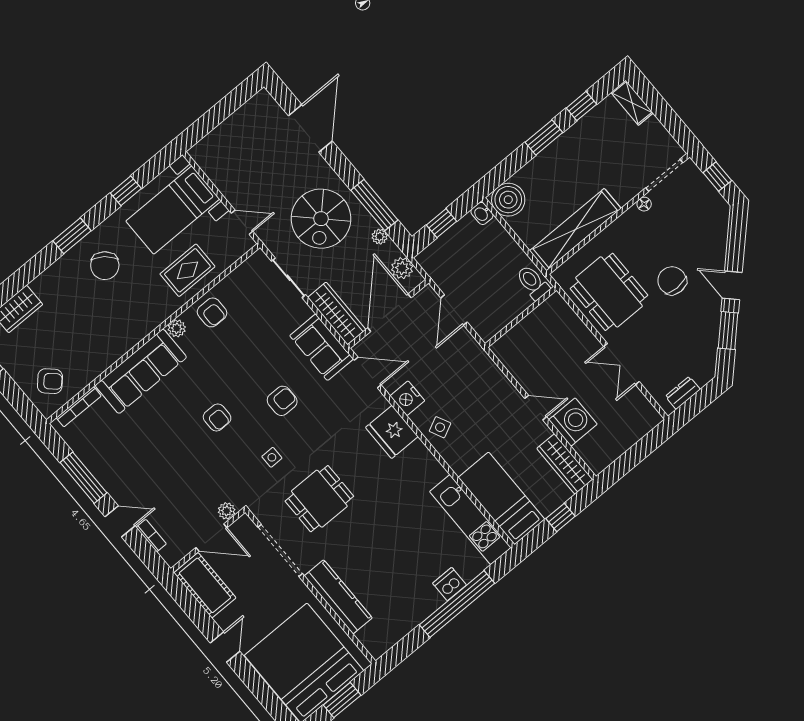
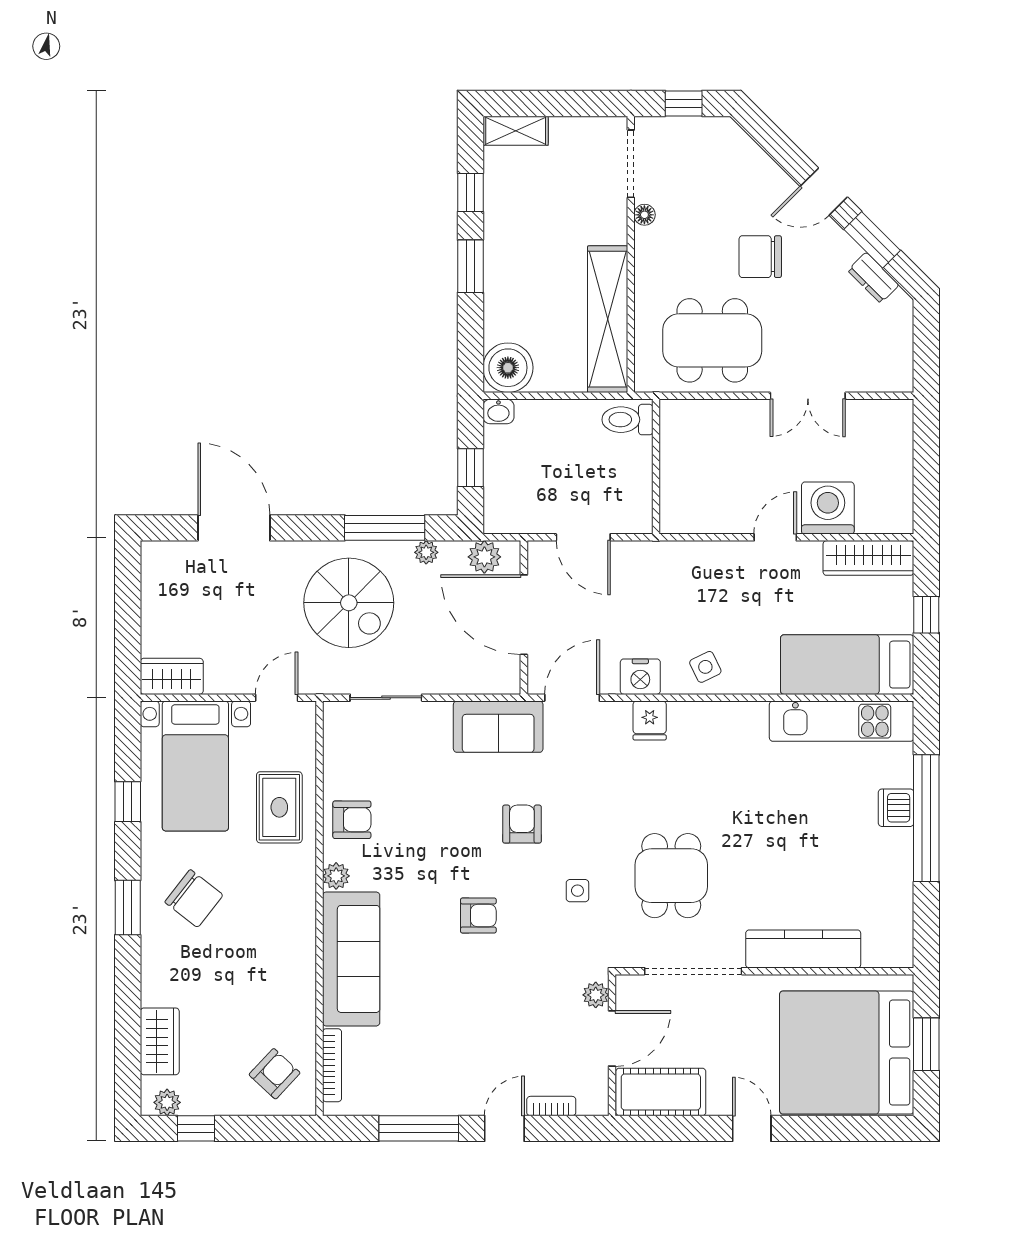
wardrobe: (337, 313) -> (172, 676), moved, width x0.67
dresser: (683, 393) -> (873, 278), moved, turned -45
fridge: (392, 432) -> (650, 720), width x0.53, depth x0.75

